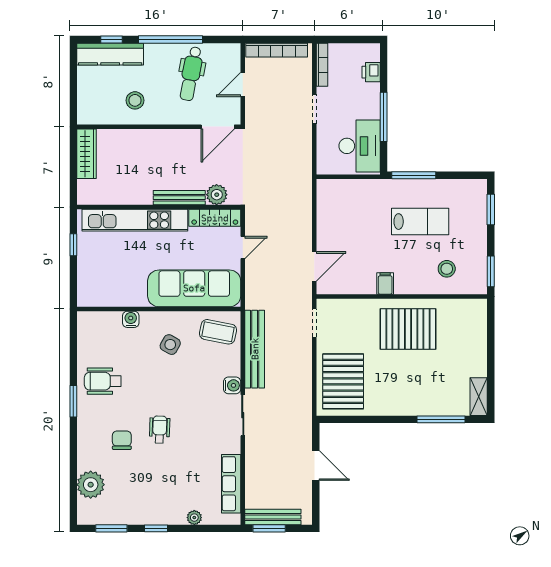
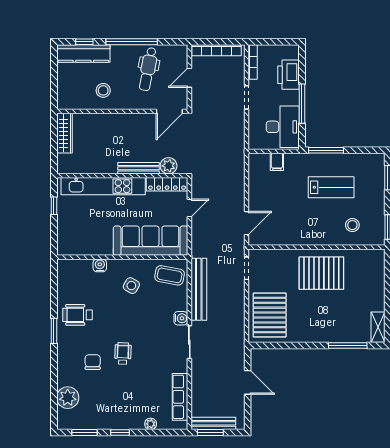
printer: (371, 72) -> (288, 75), width x1.87, depth x1.48
filing cabinet: (385, 283) -> (277, 162), moved, turned 180

